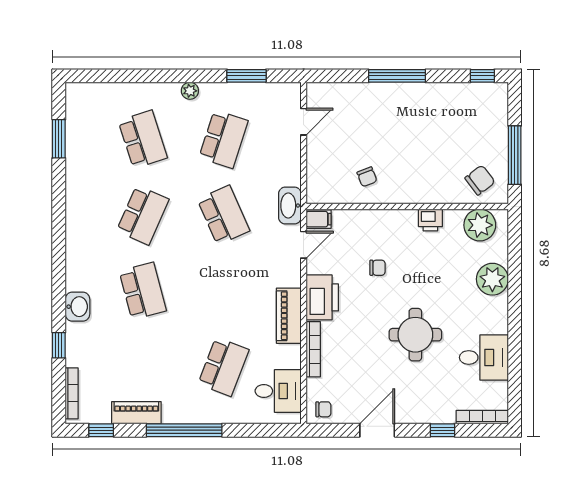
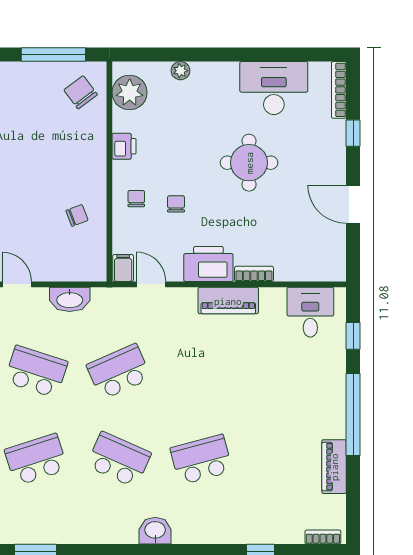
washbasin: (290, 206) -> (70, 299), moved
plant: (492, 279) -> (180, 71), width x0.53, depth x0.53
washbasin: (77, 307) -> (155, 531), moved
bookcase: (313, 349) -> (254, 274), width x0.64
desk: (484, 357) -> (274, 88), width x1.37
school desk: (224, 367) -> (284, 372), removed
bookcase: (72, 393) -> (323, 537), width x0.64
chair: (323, 409) -> (136, 199), moved
window: (101, 430) -> (353, 336), moved

